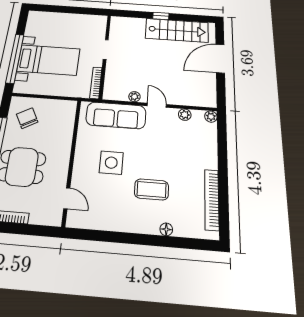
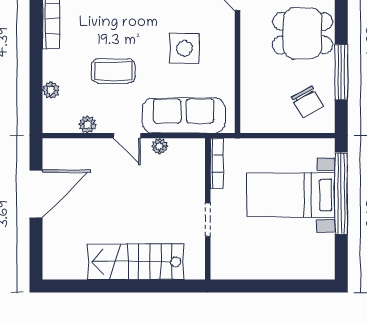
window: (161, 16) -> (127, 286), removed
stairs: (177, 30) -> (136, 262), moved
door: (220, 59) -> (36, 194), moved
plant: (211, 117) -> (51, 90), moved
coffee table: (151, 189) -> (113, 71), moved

